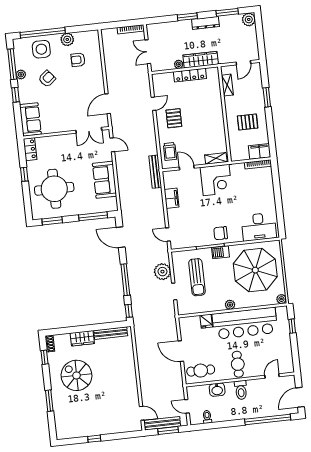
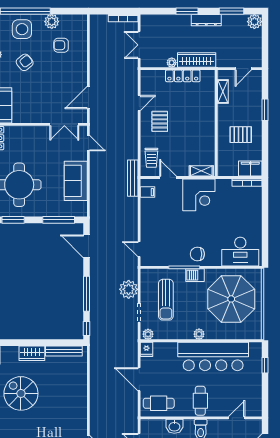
filing cabinet: (172, 198) -> (147, 192), moved, width x0.50
plant: (281, 299) -> (148, 334), moved
fridge: (206, 321) -> (146, 349), moved

